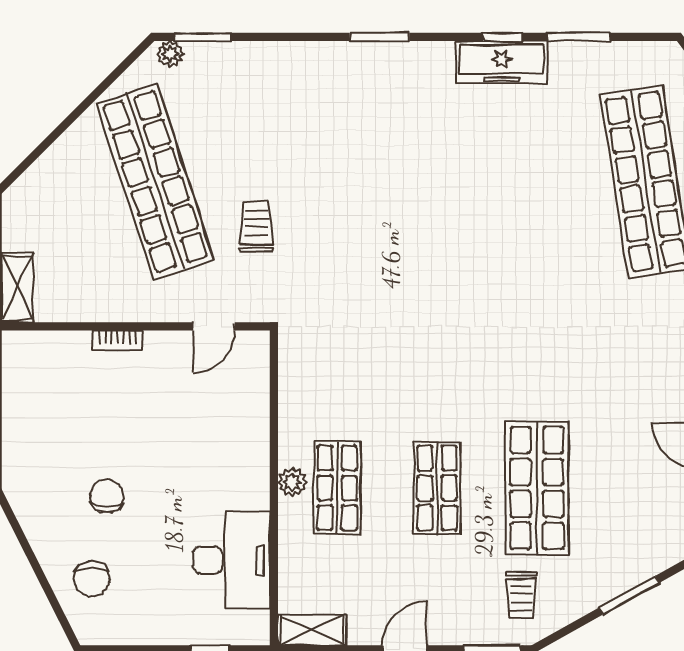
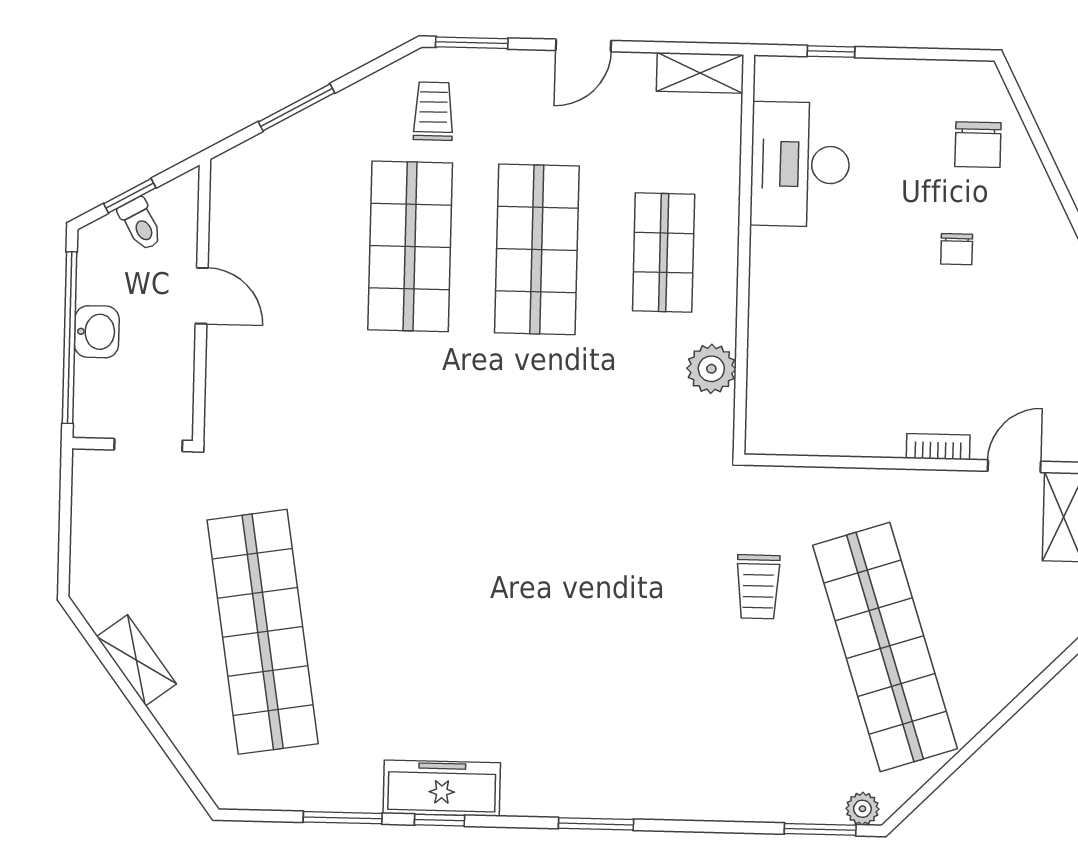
door: (214, 326) -> (1014, 466), moved
plant: (292, 482) -> (711, 369), moved, width x1.38, depth x1.38
shop shelf: (437, 488) -> (537, 249), width x1.43, depth x1.36
chair: (107, 496) -> (957, 249), width x0.73, depth x0.73
chair: (92, 579) -> (978, 145), turned 180

